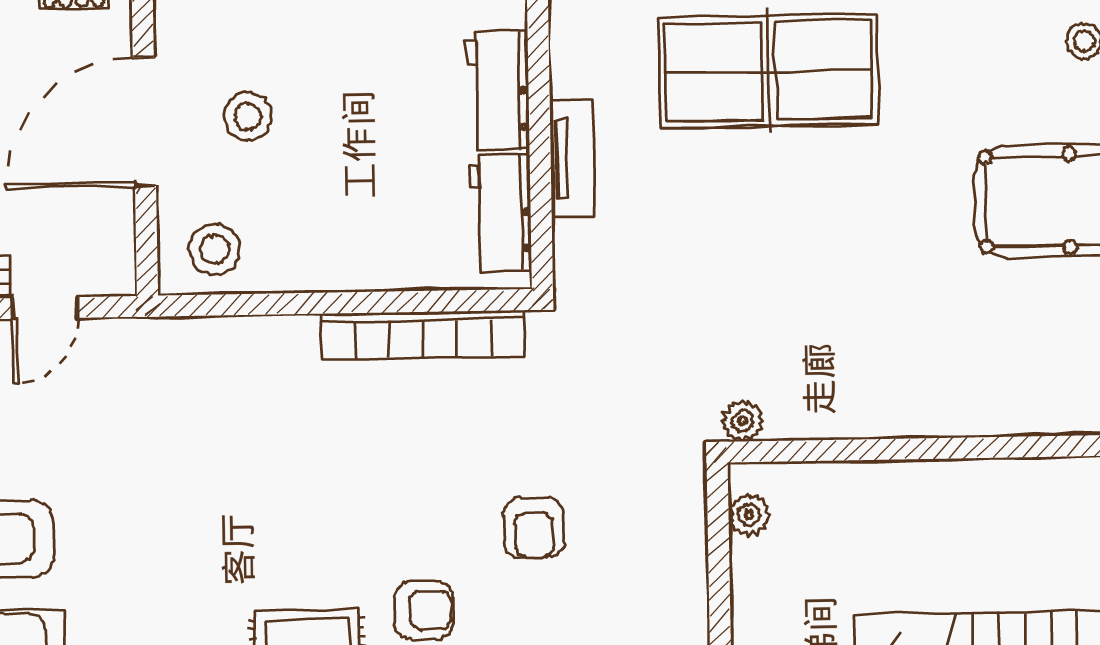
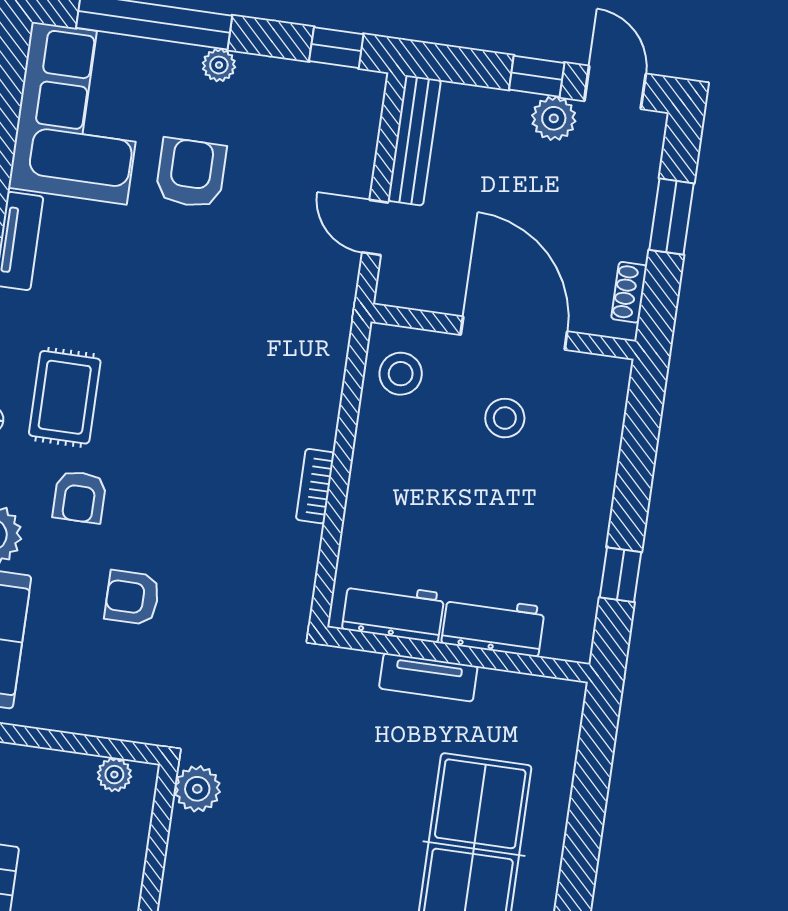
bookcase: (423, 335) -> (315, 486), width x0.43, depth x0.76
plant: (743, 421) -> (197, 789), width x1.38, depth x1.38

